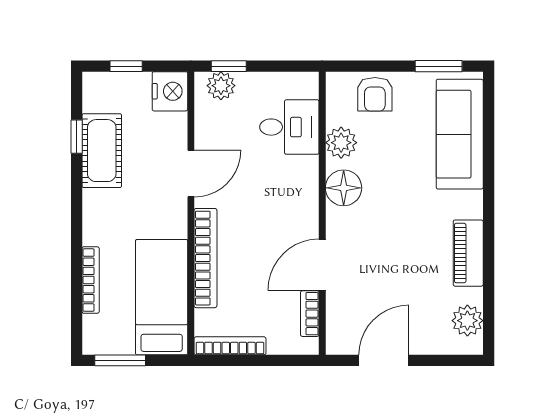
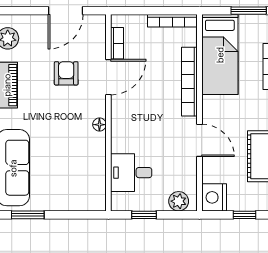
window: (229, 66) -> (144, 215), moved
armchair: (375, 94) -> (66, 73), moved
plant: (341, 143) -> (95, 162), removed
door: (191, 174) -> (199, 140), swing flipped
floor lamp: (344, 188) -> (99, 125), width x0.53, depth x0.53

